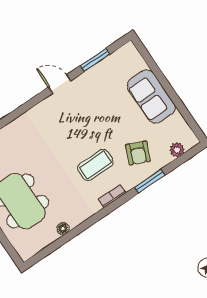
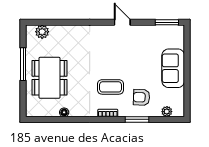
window: (95, 60) -> (167, 22), moved
armchair: (138, 153) -> (142, 97), turned 69

